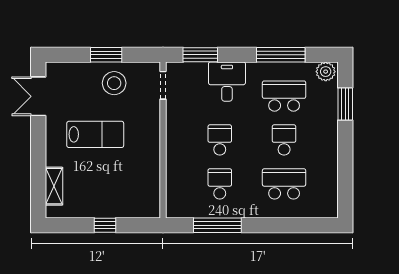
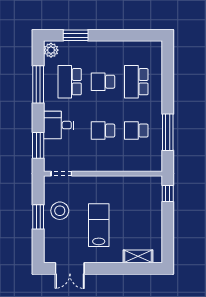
window: (105, 225) -> (168, 194), moved

